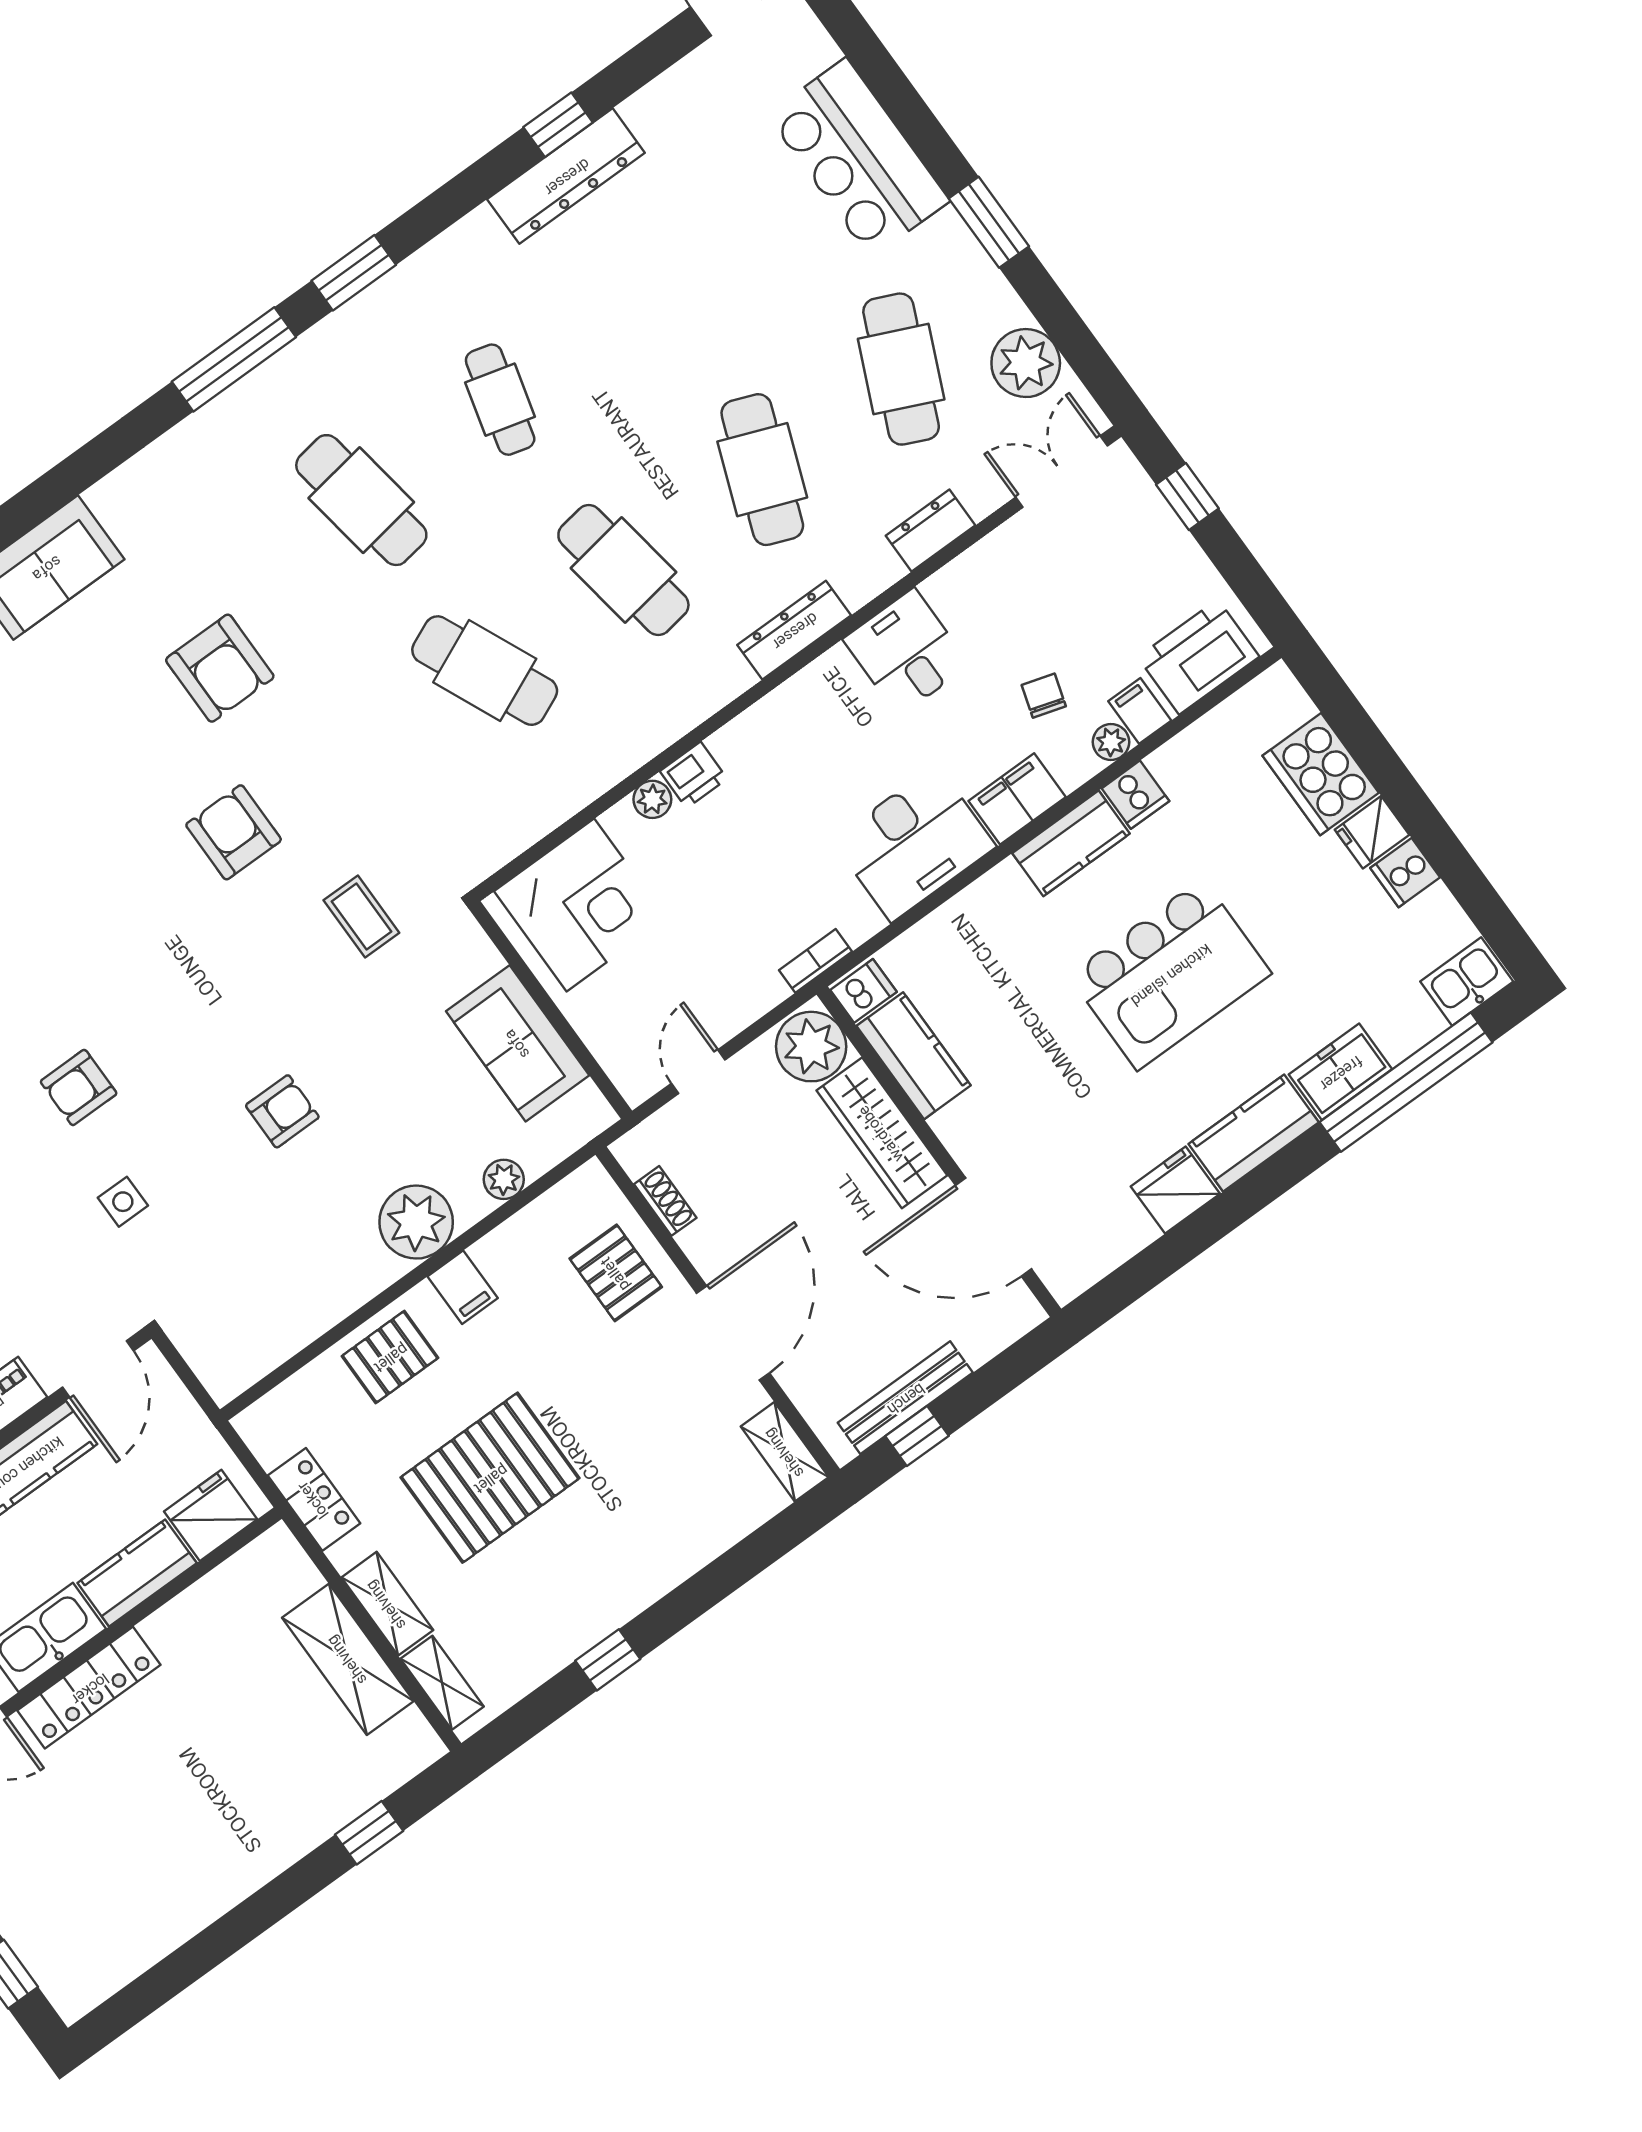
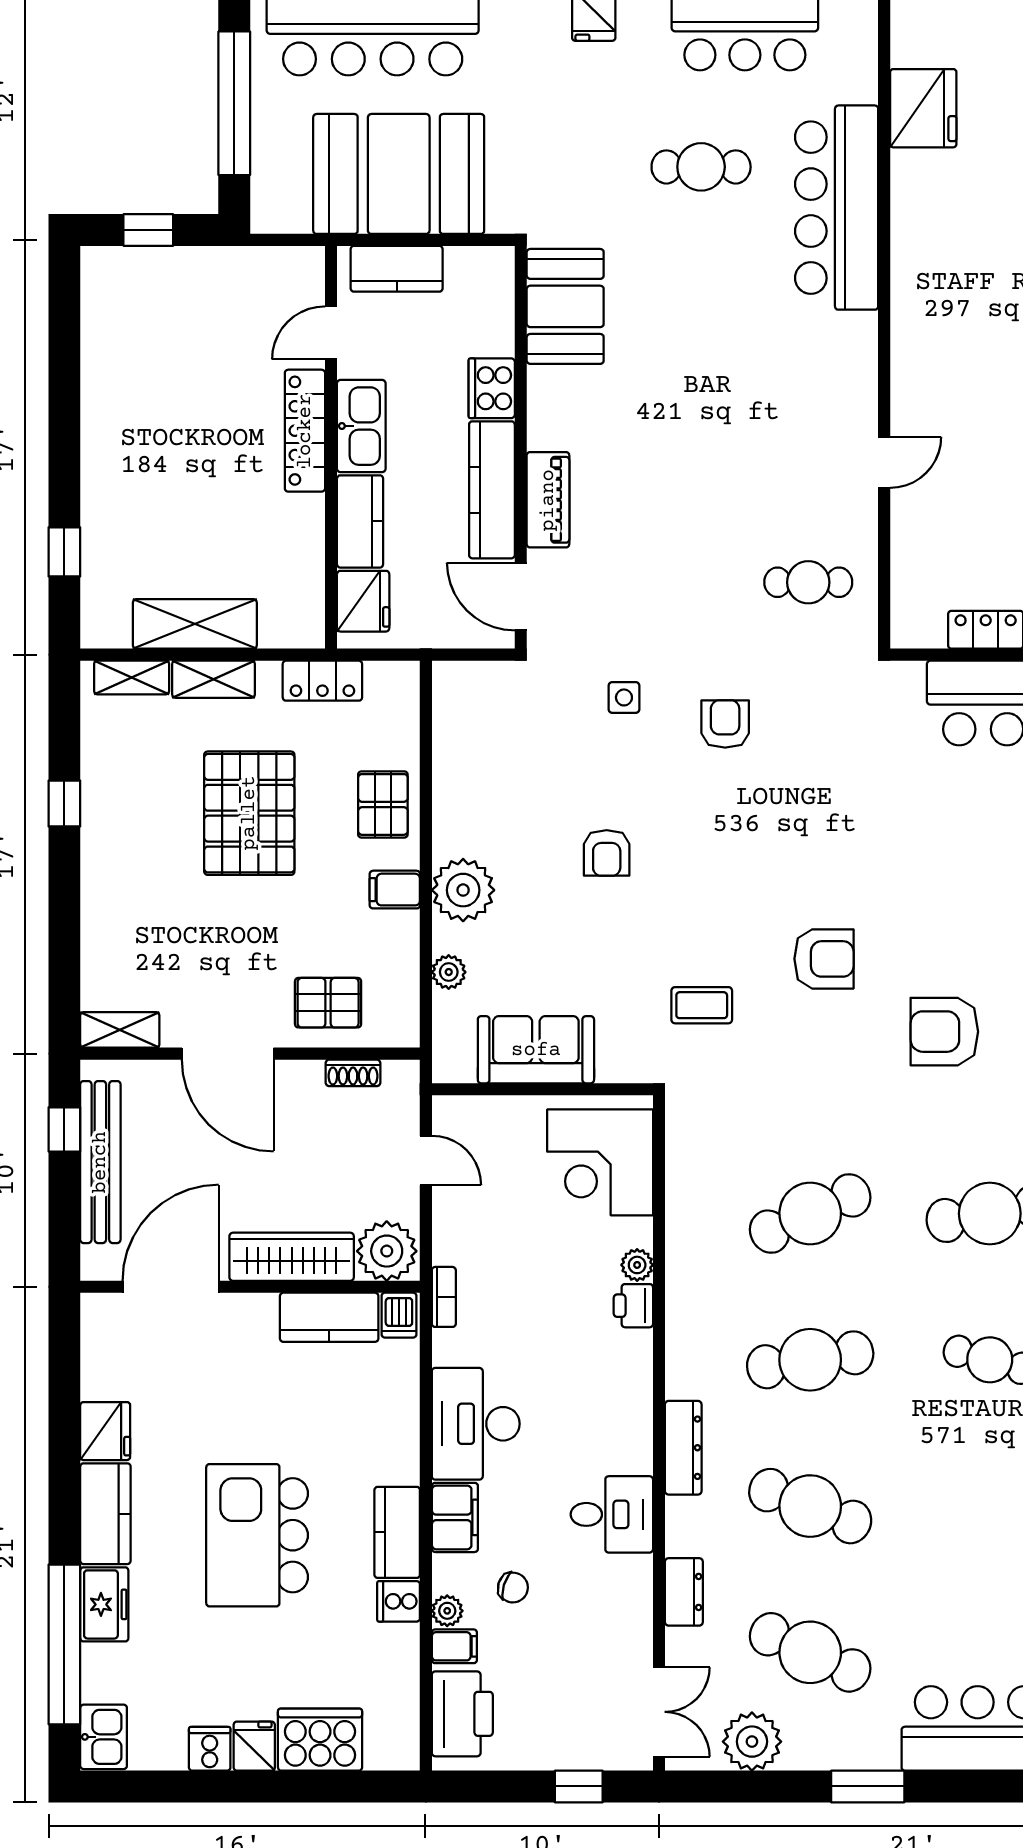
bench: (905, 1398) -> (100, 1162), width x1.37, depth x1.21

